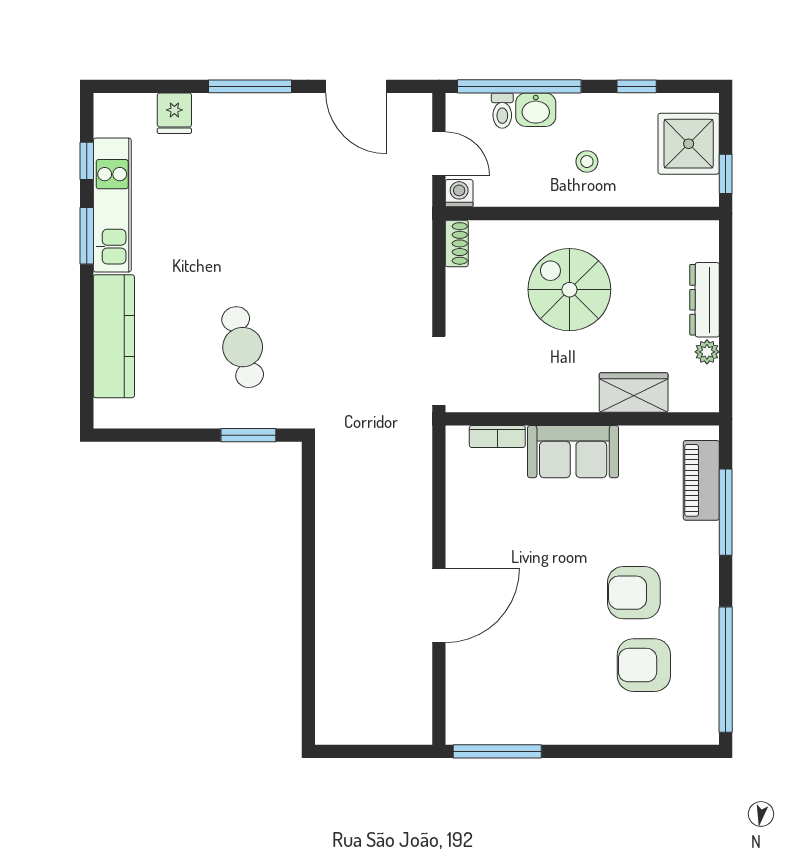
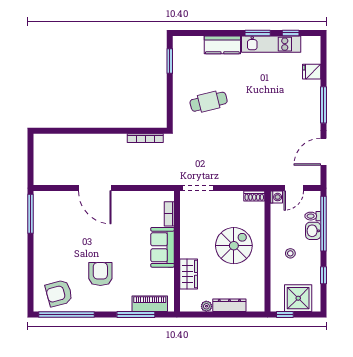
kitchen counter: (114, 336) -> (222, 45), width x0.67
window: (248, 435) -> (170, 61), moved
bookcase: (325, 491) -> (145, 138), added
armchair: (644, 665) -> (59, 293), moved, turned -105

